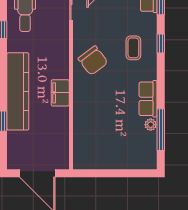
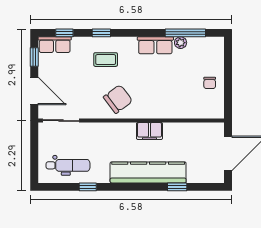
chair: (109, 154) -> (210, 83), added

